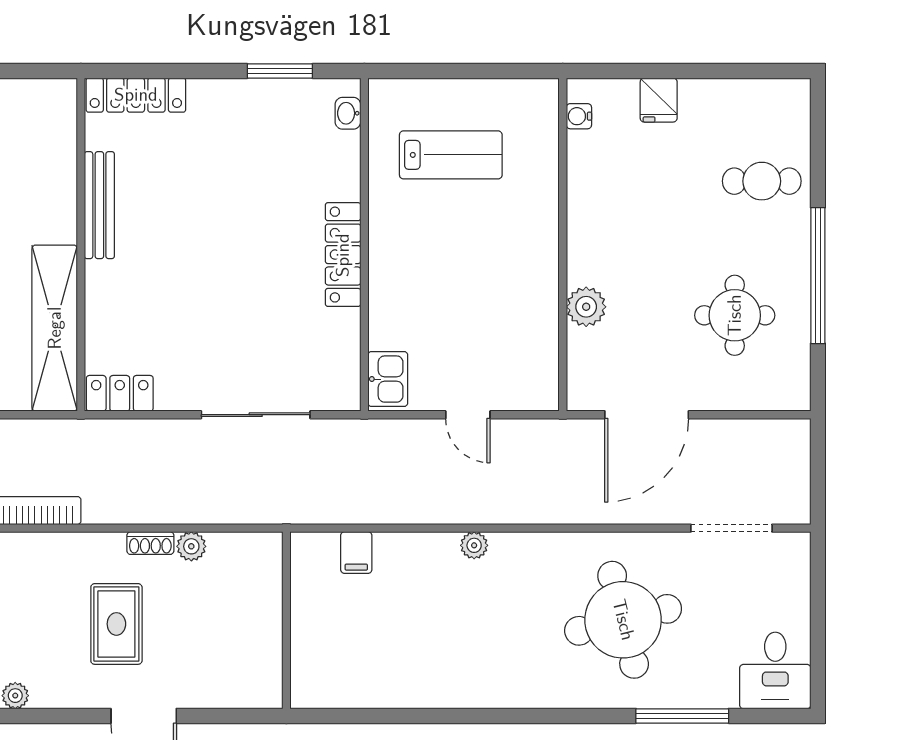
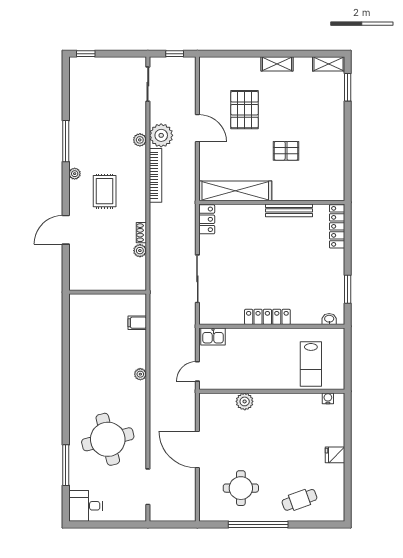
water cooler: (579, 116) -> (328, 398), moved
cafe table: (762, 181) -> (299, 500), turned 70
wall: (563, 245) -> (272, 391), moved
plant: (586, 307) -> (245, 401), moved
rug: (116, 624) -> (105, 191), moved, turned 90

